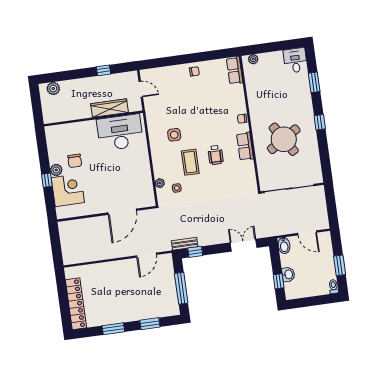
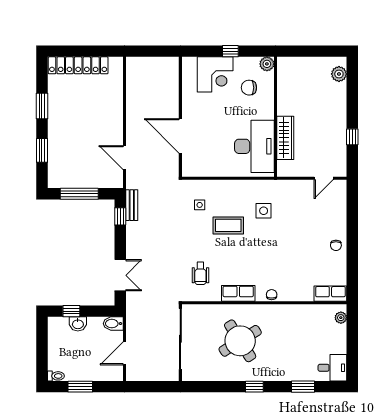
wardrobe: (109, 108) -> (285, 138), moved
wall: (93, 119) -> (275, 117), moved
desk: (120, 132) -> (254, 146), moved
wheelchair: (216, 155) -> (200, 273), moved, turned -90
plant: (56, 170) -> (267, 64), moved
plant: (160, 183) -> (208, 185), removed

